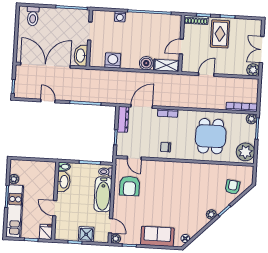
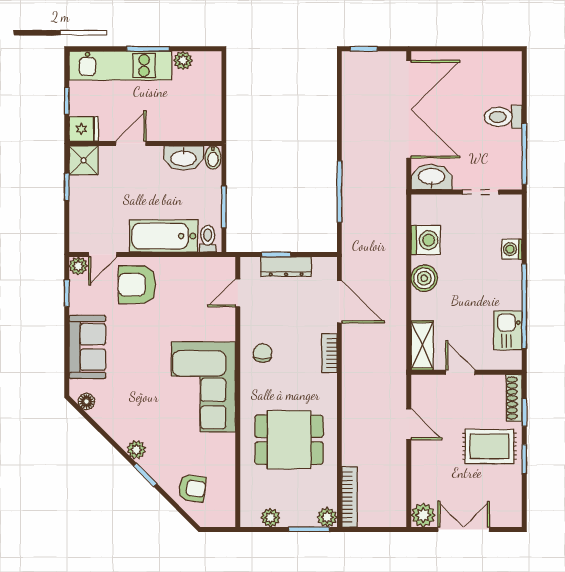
toilet: (33, 16) -> (503, 117), moved
kitchen sink: (161, 21) -> (508, 330), added
boiler: (146, 63) -> (424, 278), moved
door: (48, 101) -> (339, 118), removed
dresser: (123, 119) -> (286, 267), moved
plant: (245, 152) -> (270, 518), width x0.53, depth x0.53
corner sofa: (181, 178) -> (203, 387), added
armchair: (130, 186) -> (137, 285), moved
shower: (86, 234) -> (84, 160), moved

